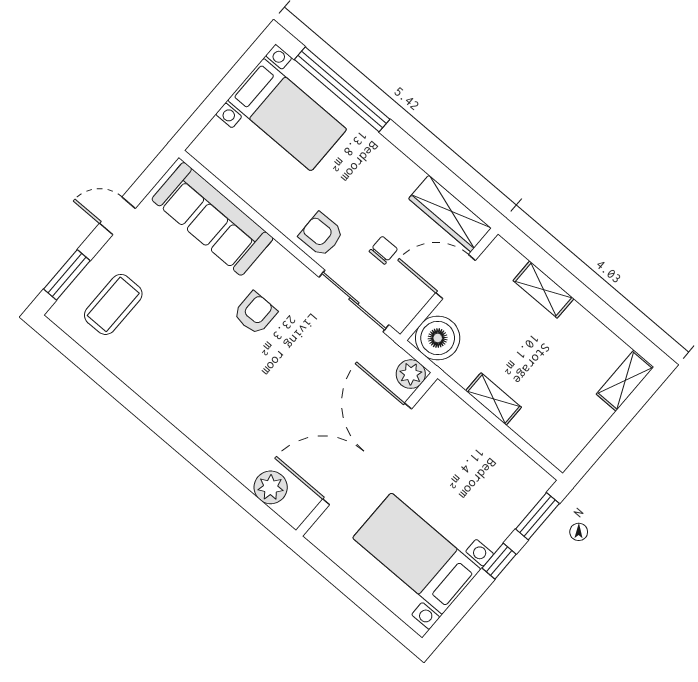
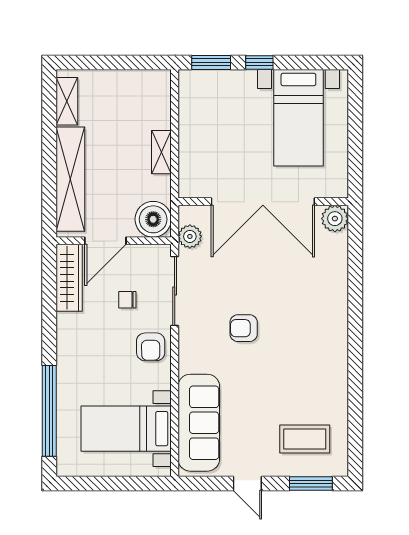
bed with nightstands: (287, 115) -> (126, 429), moved, turned -90
door: (456, 277) -> (105, 241), hinge flipped
shelving: (543, 290) -> (70, 179), width x2.20, depth x1.33
armchair: (255, 313) -> (244, 328), moved
plant: (411, 374) -> (190, 236), moved
shelving: (625, 381) -> (67, 101), moved, turned 90
plant: (271, 487) -> (335, 219), moved

